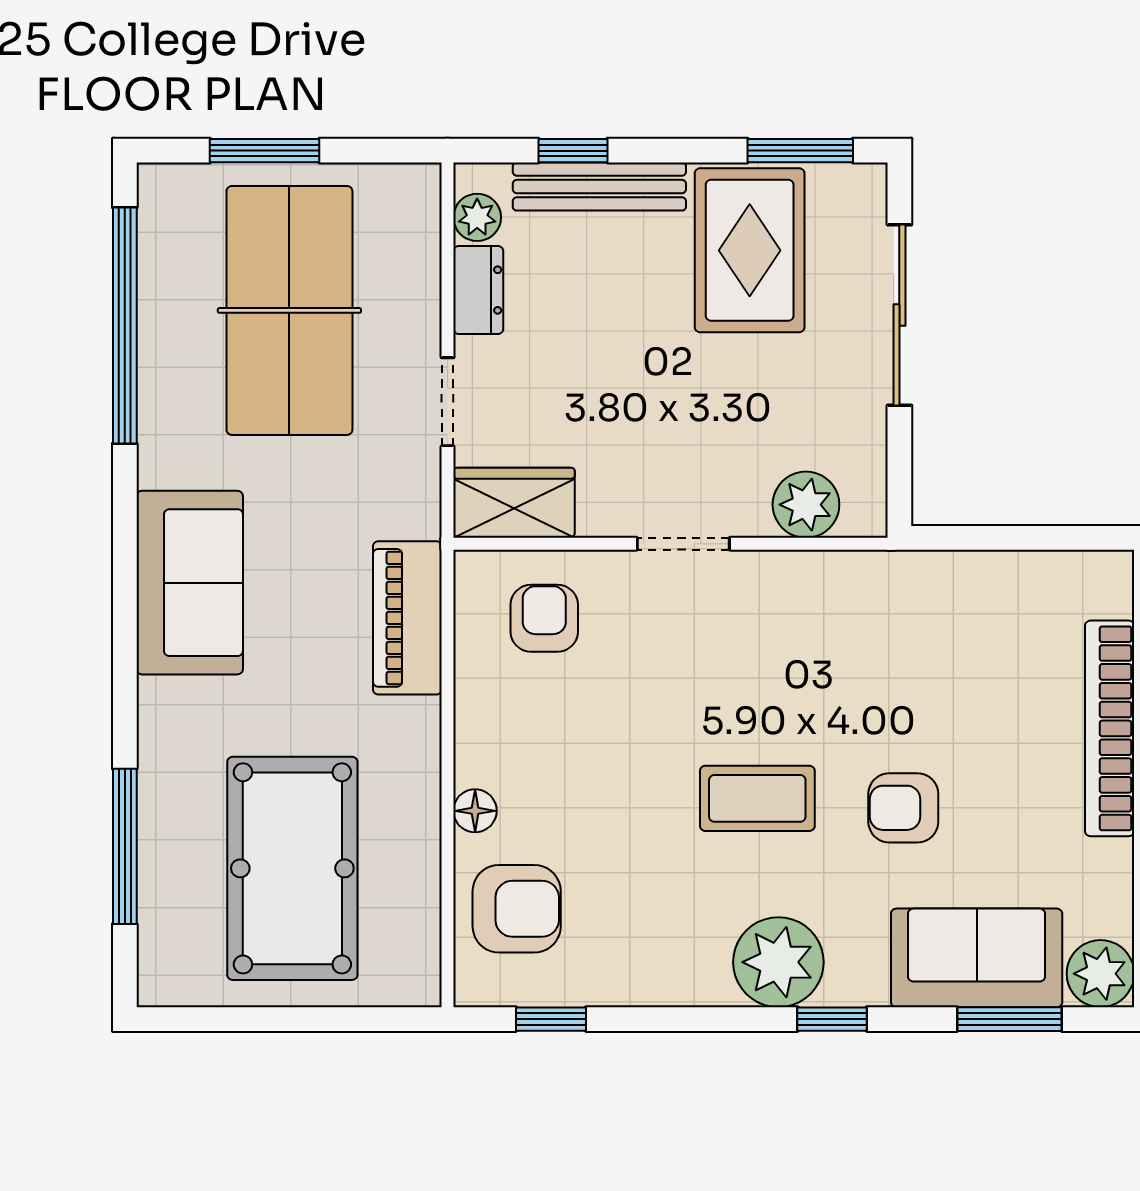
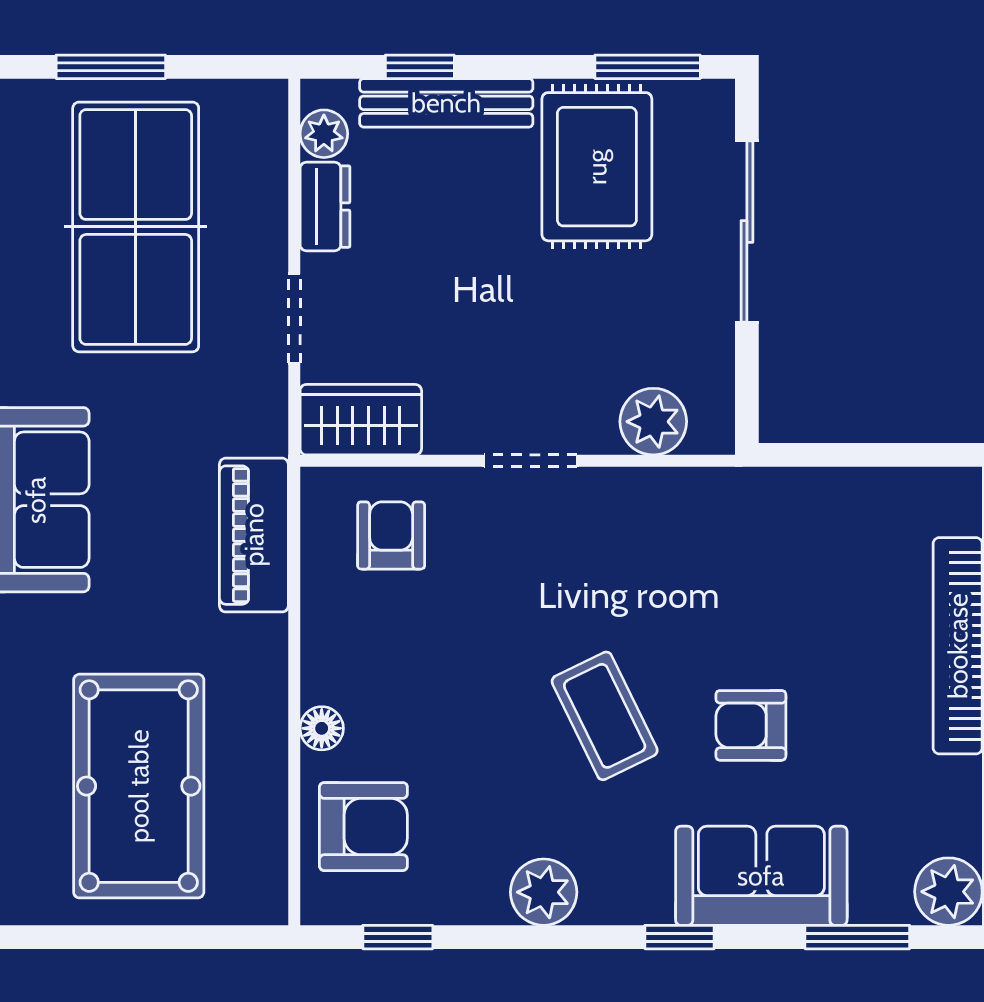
coffee table: (757, 798) -> (605, 716), turned 64
sofa: (977, 958) -> (761, 876), moved
plant: (778, 962) -> (544, 892), moved, width x0.73, depth x0.73

